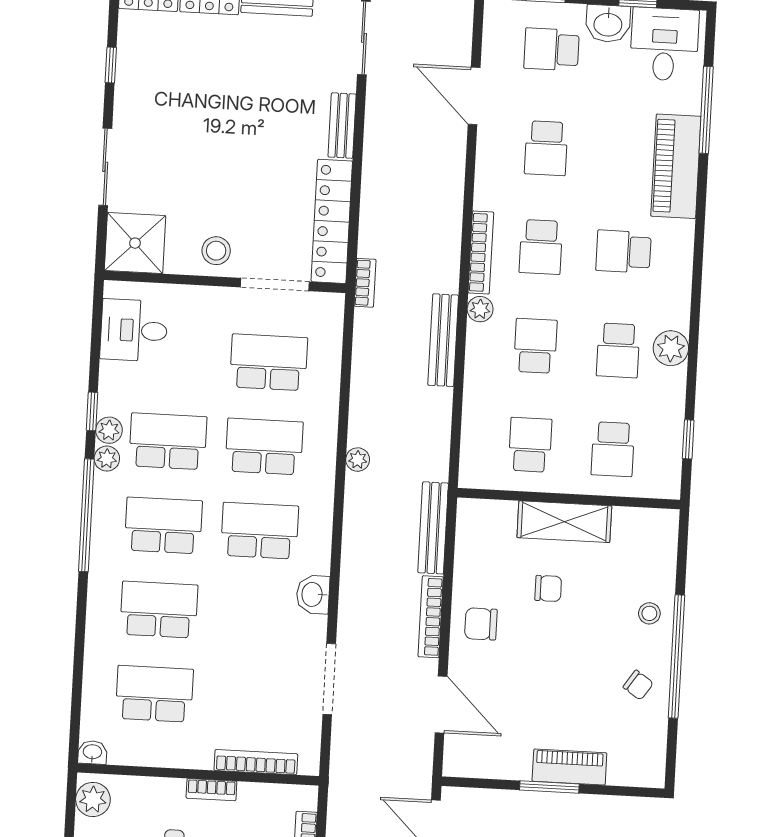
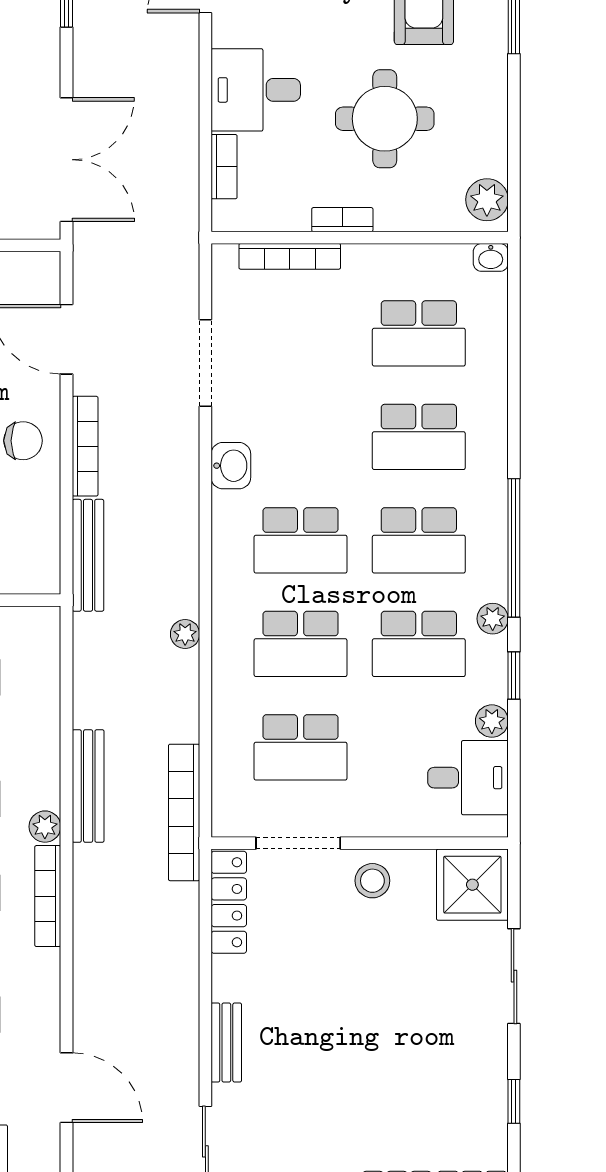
locker: (332, 221) -> (229, 902), width x0.71, depth x0.83
bookcase: (365, 283) -> (184, 812), width x2.31, depth x1.31
plant: (109, 430) -> (492, 721), moved

